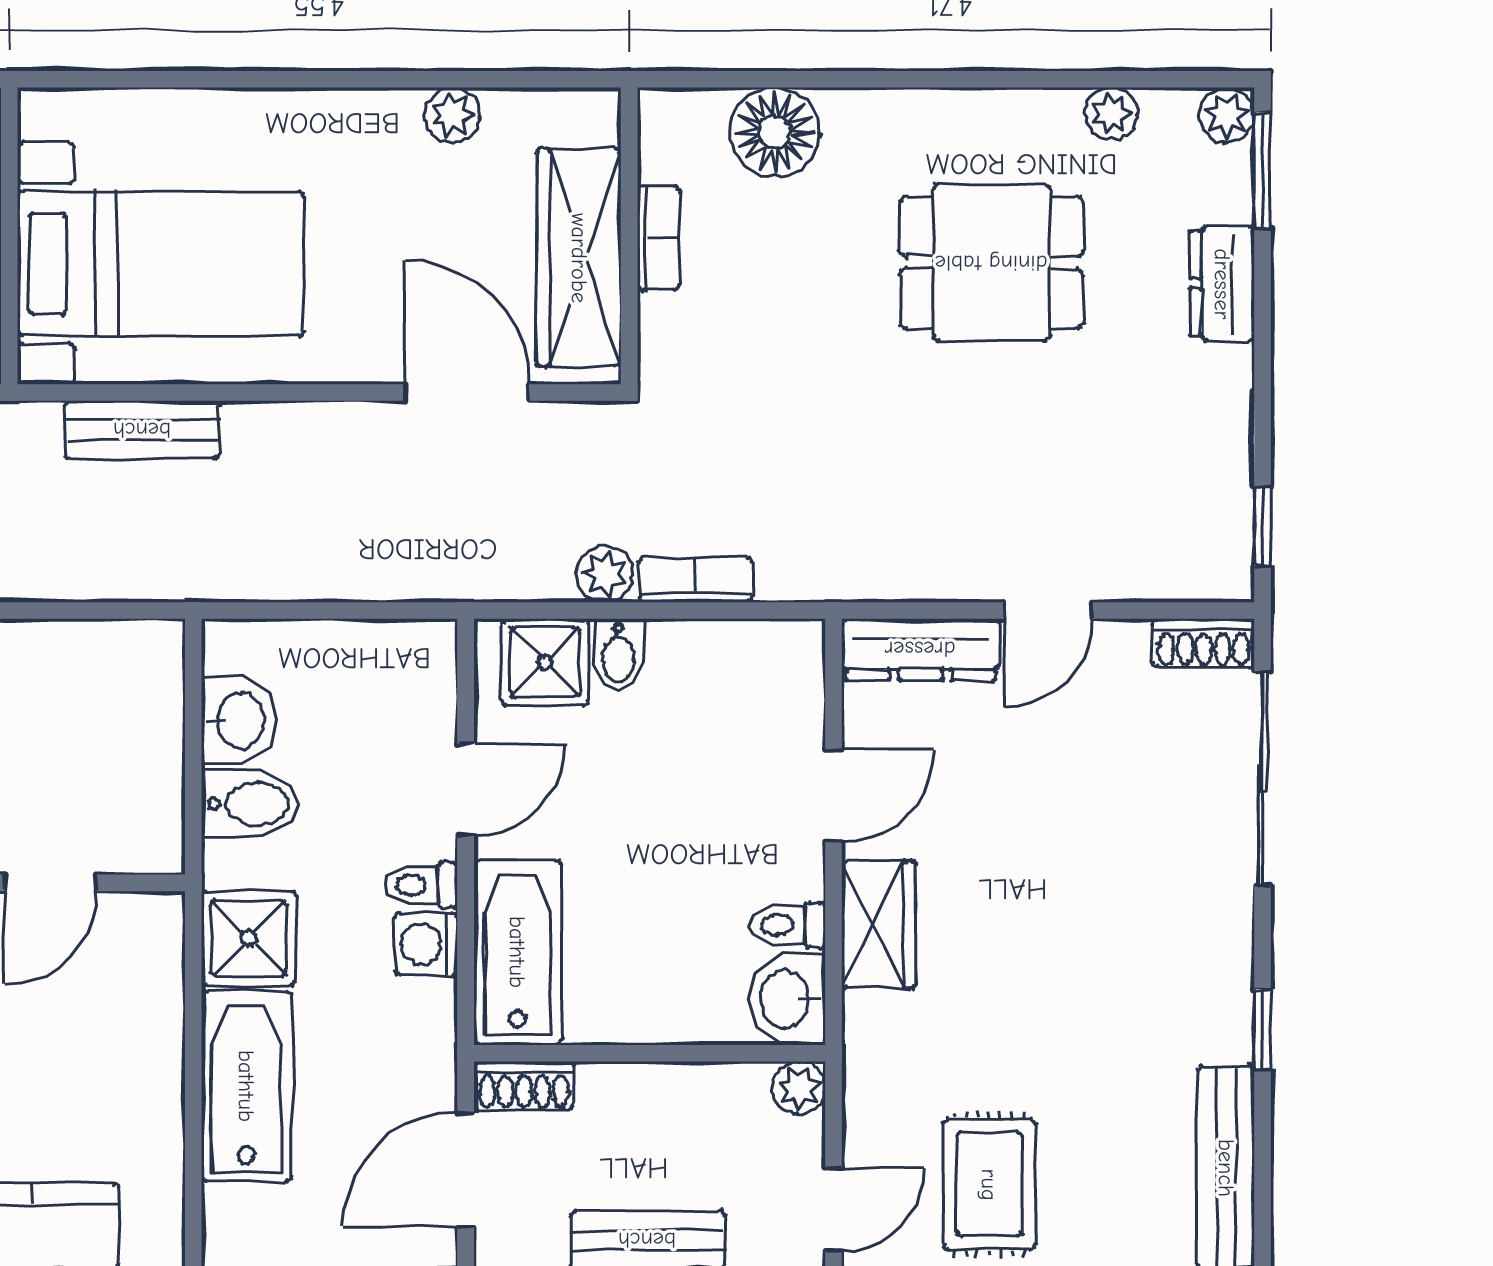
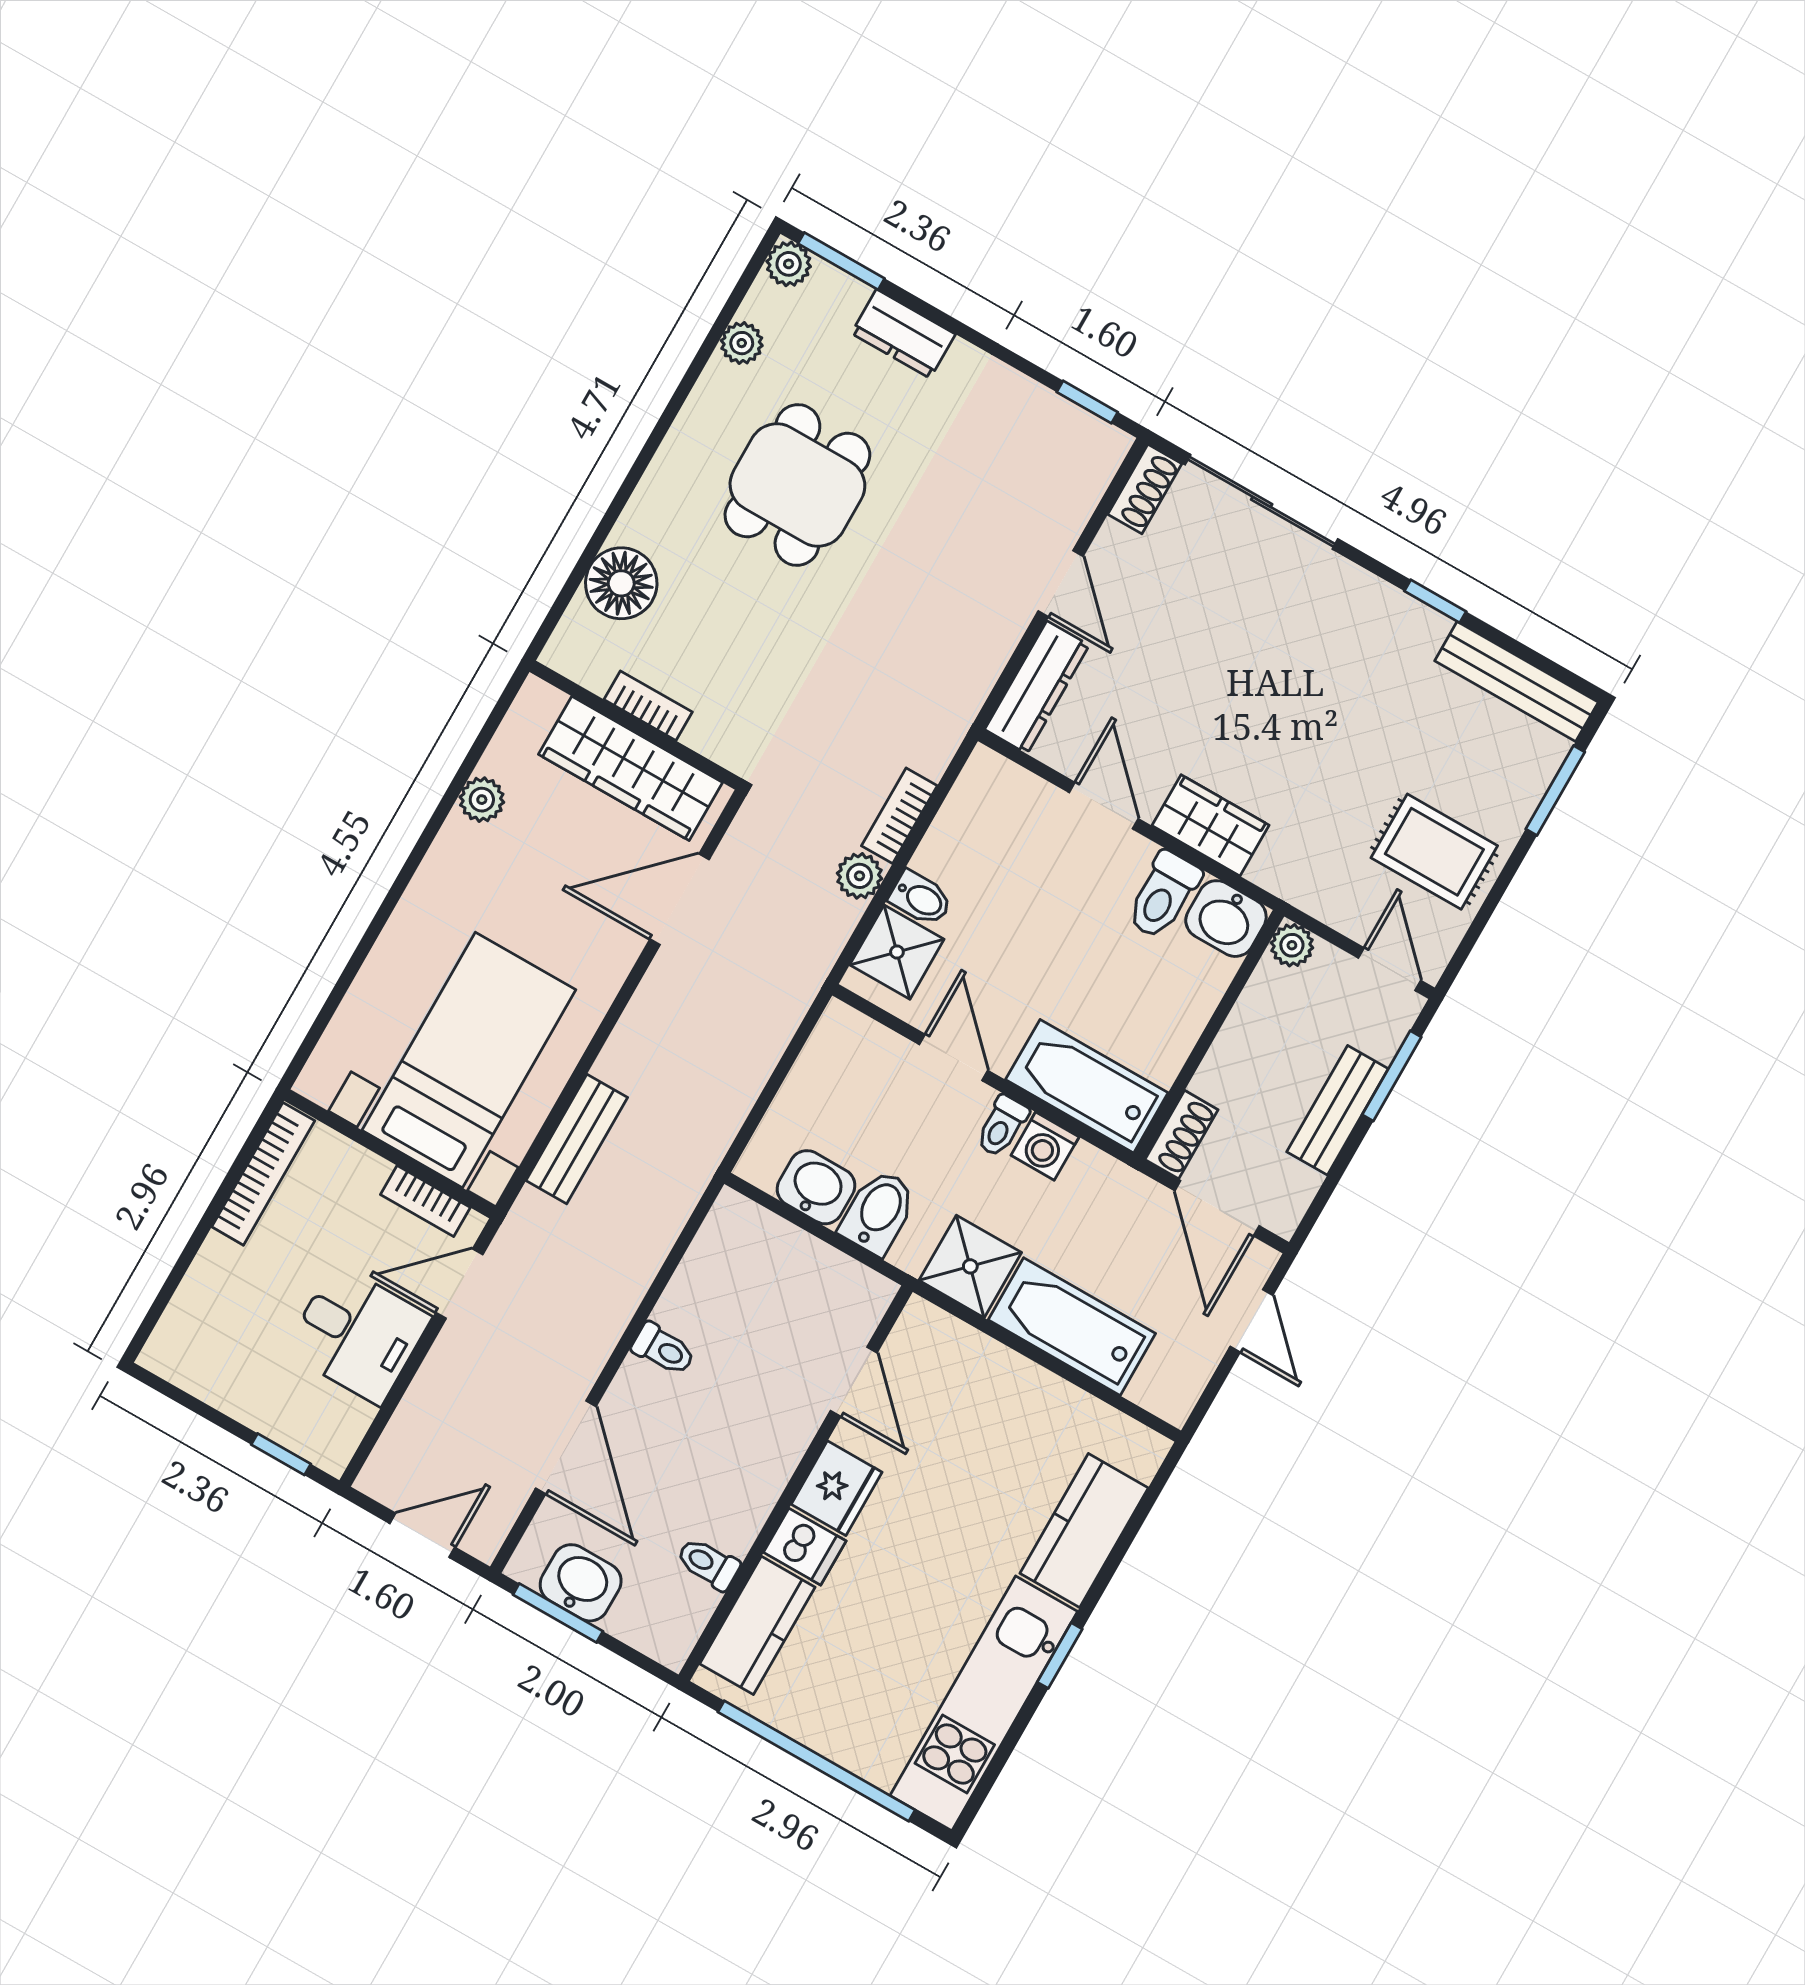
toilet: (788, 925) -> (1163, 895), width x1.37, depth x1.39

